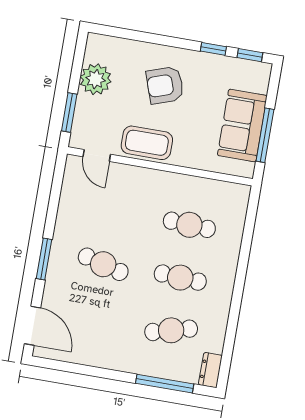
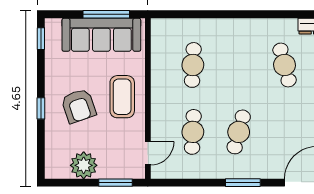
window: (213, 49) -> (41, 108), moved
sofa: (242, 126) -> (101, 35), width x1.36
coffee table: (147, 143) -> (122, 97), moved
cafe table: (180, 278) -> (193, 132), moved

